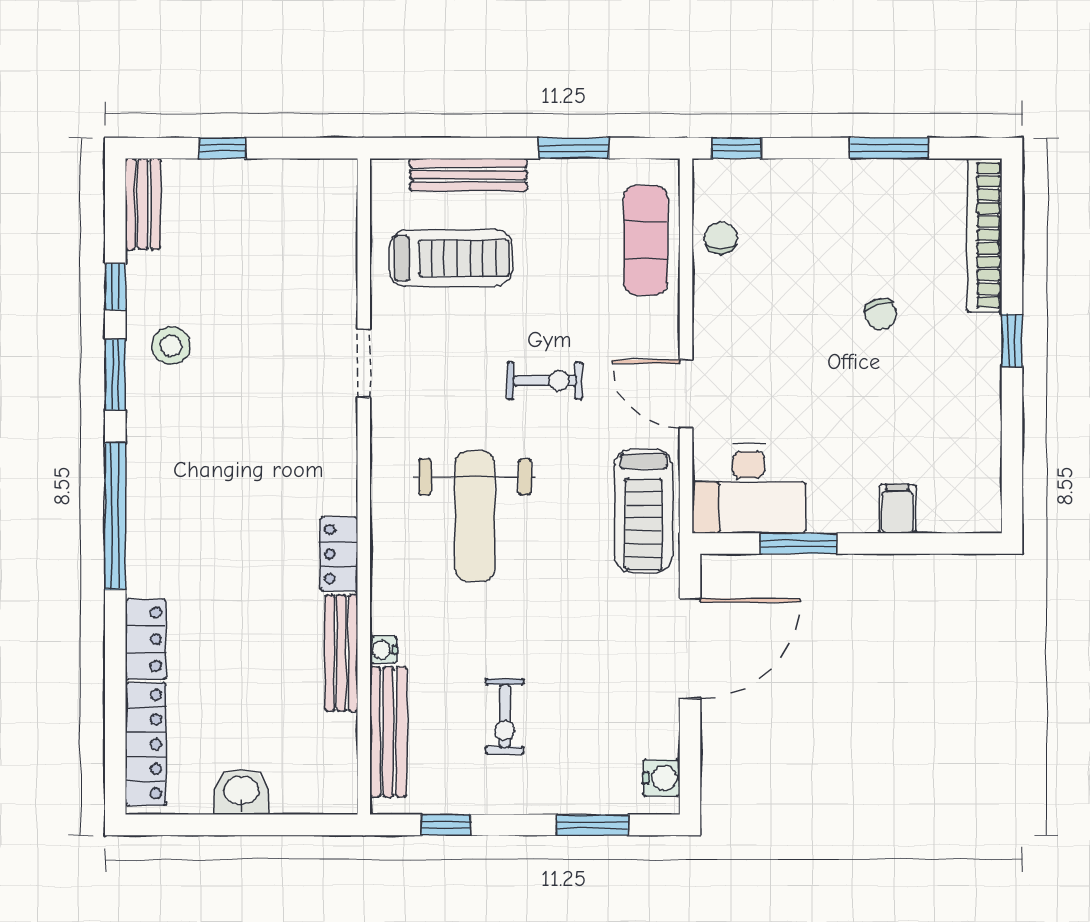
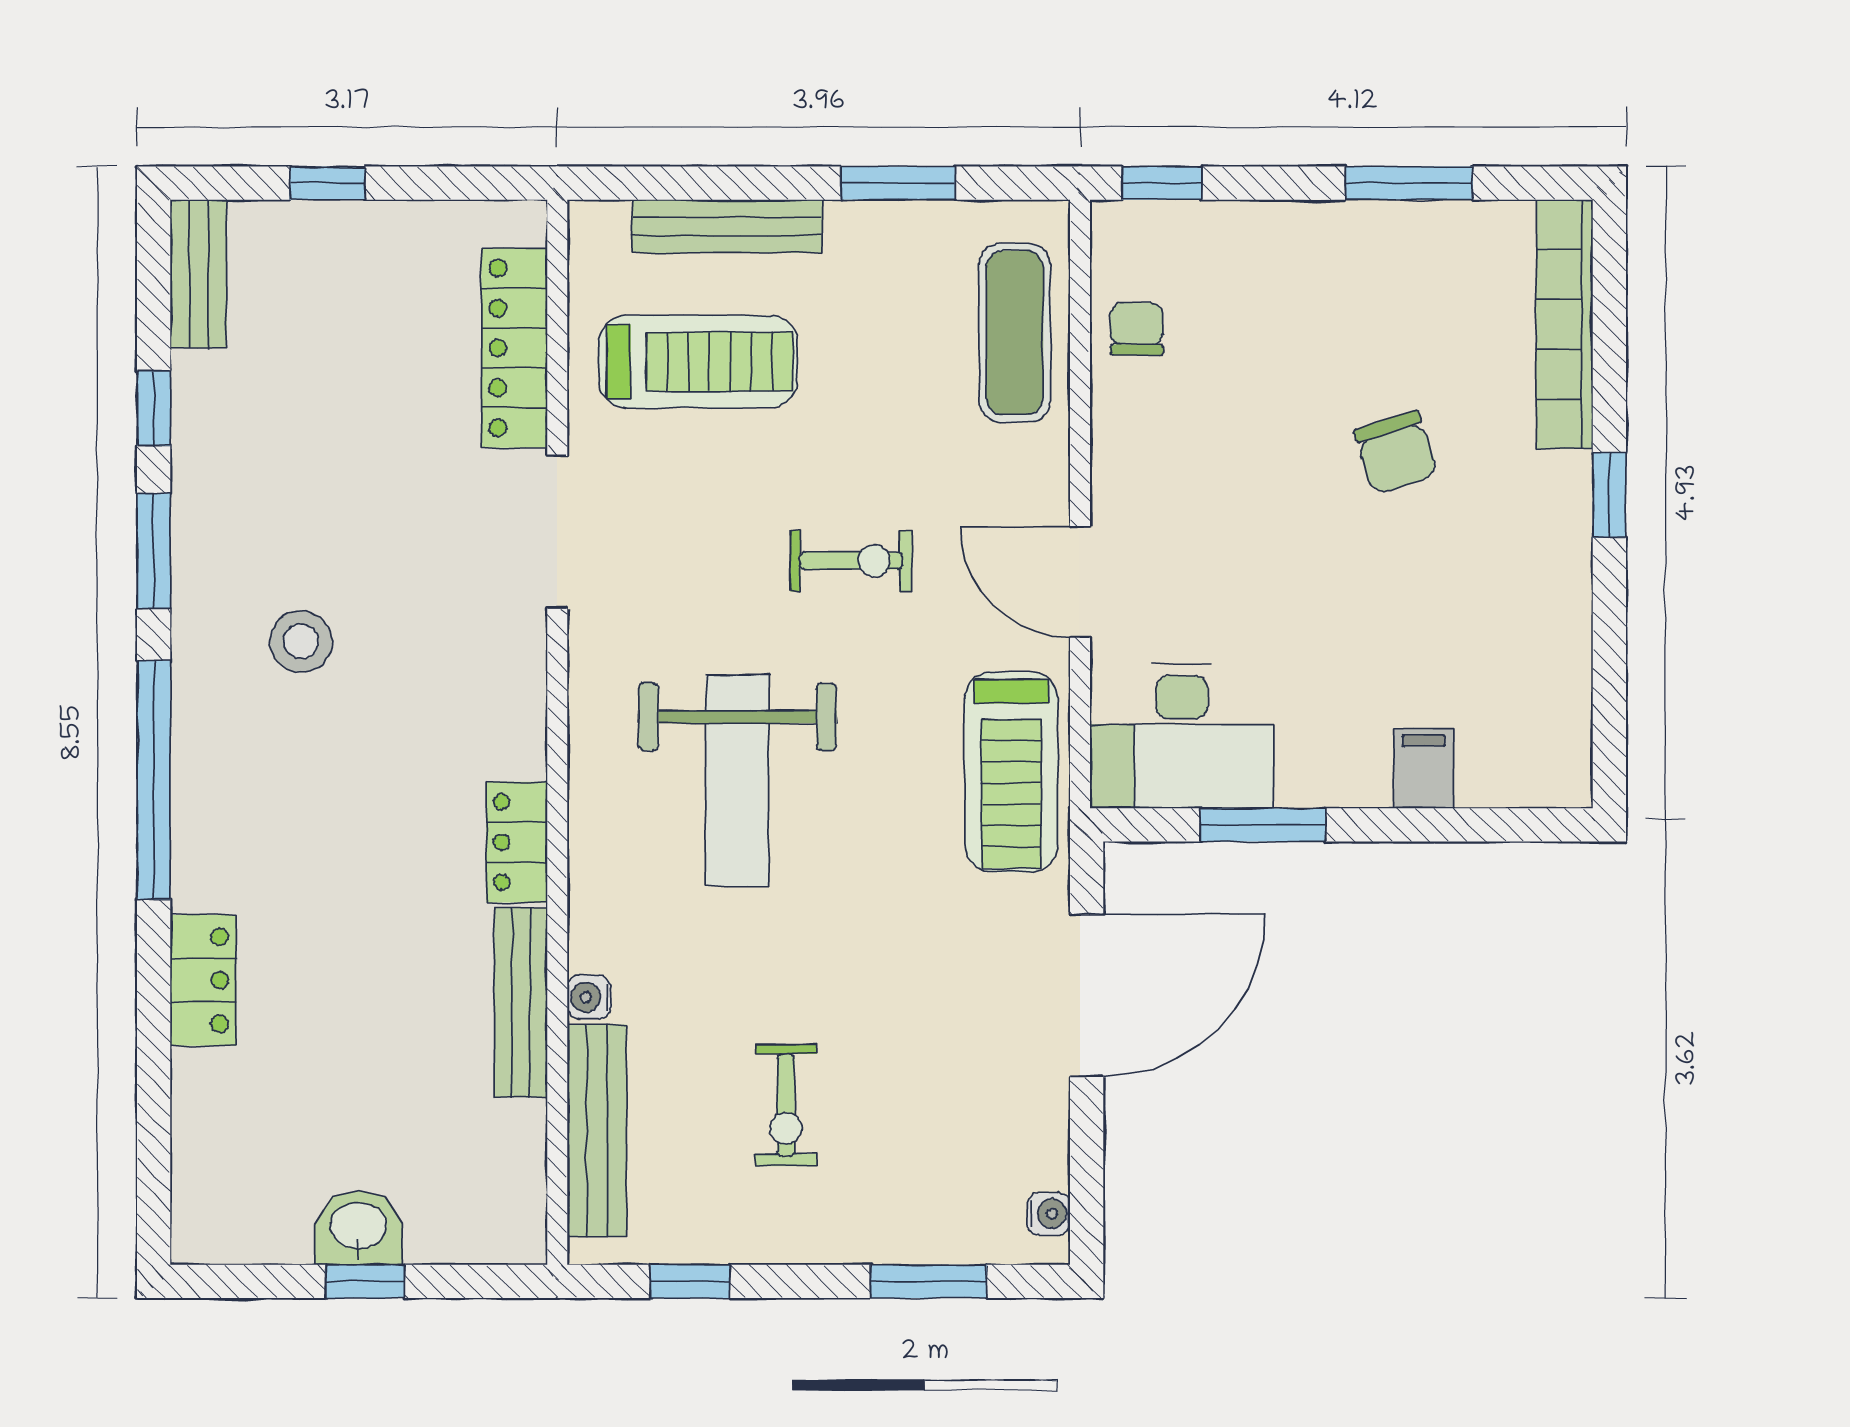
chair: (880, 314) -> (1396, 453), width x1.37, depth x1.37
stool: (171, 346) -> (301, 641), moved
doorway: (364, 363) -> (557, 532), width x1.38
locker: (146, 744) -> (514, 348), moved, turned 180
water cooler: (661, 778) -> (1049, 1214), width x0.72, depth x0.72
window: (245, 825) -> (365, 1281), added

